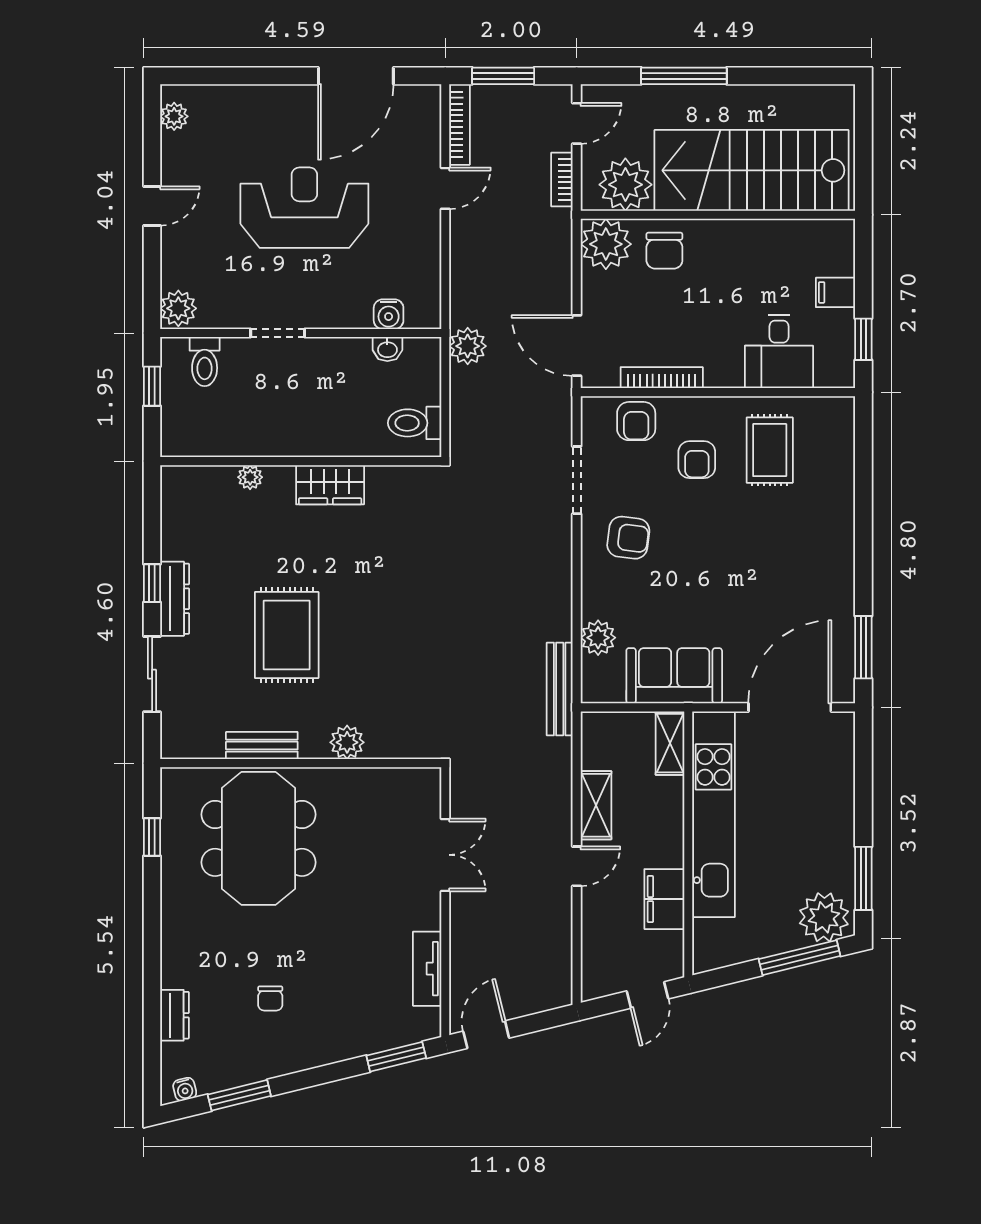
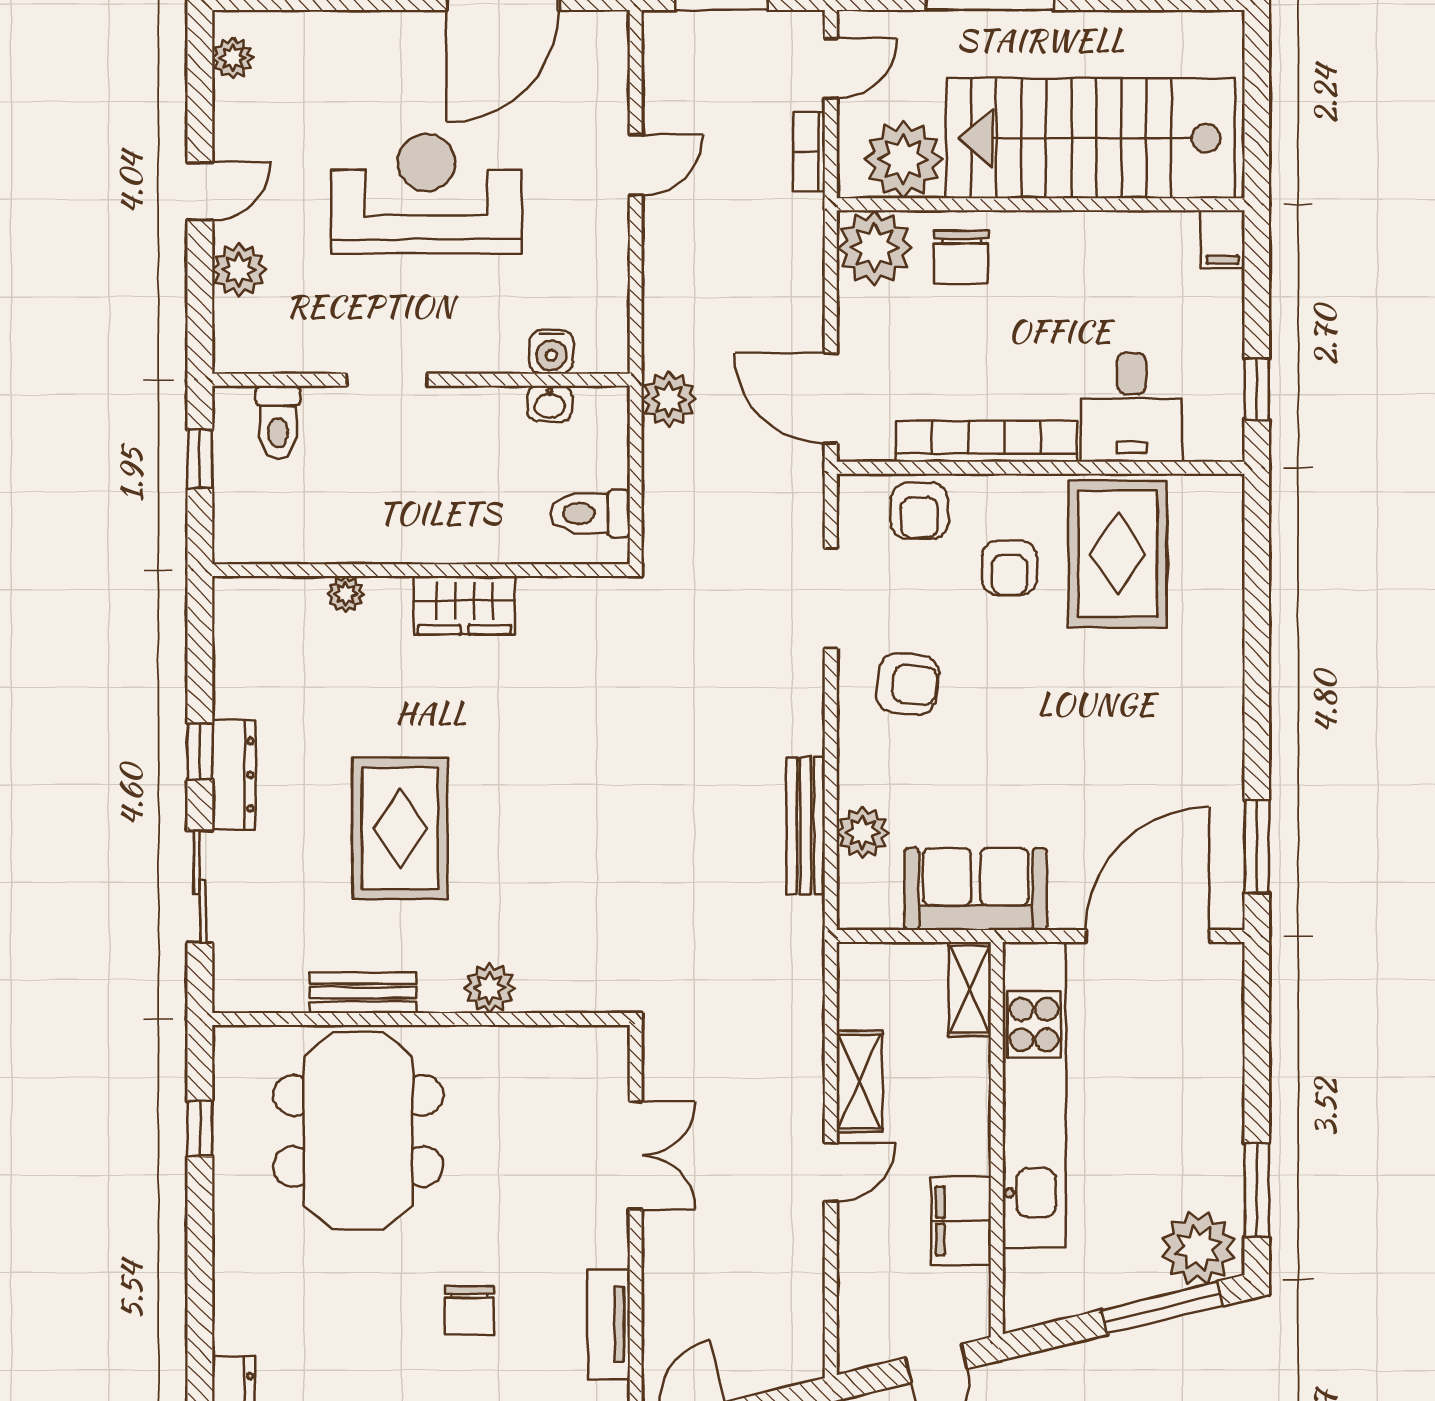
bookcase: (460, 124) -> (657, 70), removed
filing cabinet: (835, 292) -> (1223, 239), moved, turned -90
plant: (178, 308) -> (239, 270), moved
bookcase: (662, 378) -> (987, 441), width x1.48, depth x1.31
rug: (770, 450) -> (1118, 554), width x1.36, depth x1.43
bench: (560, 689) -> (806, 826), moved
chair: (270, 998) -> (470, 1310), moved, width x1.37, depth x1.37

